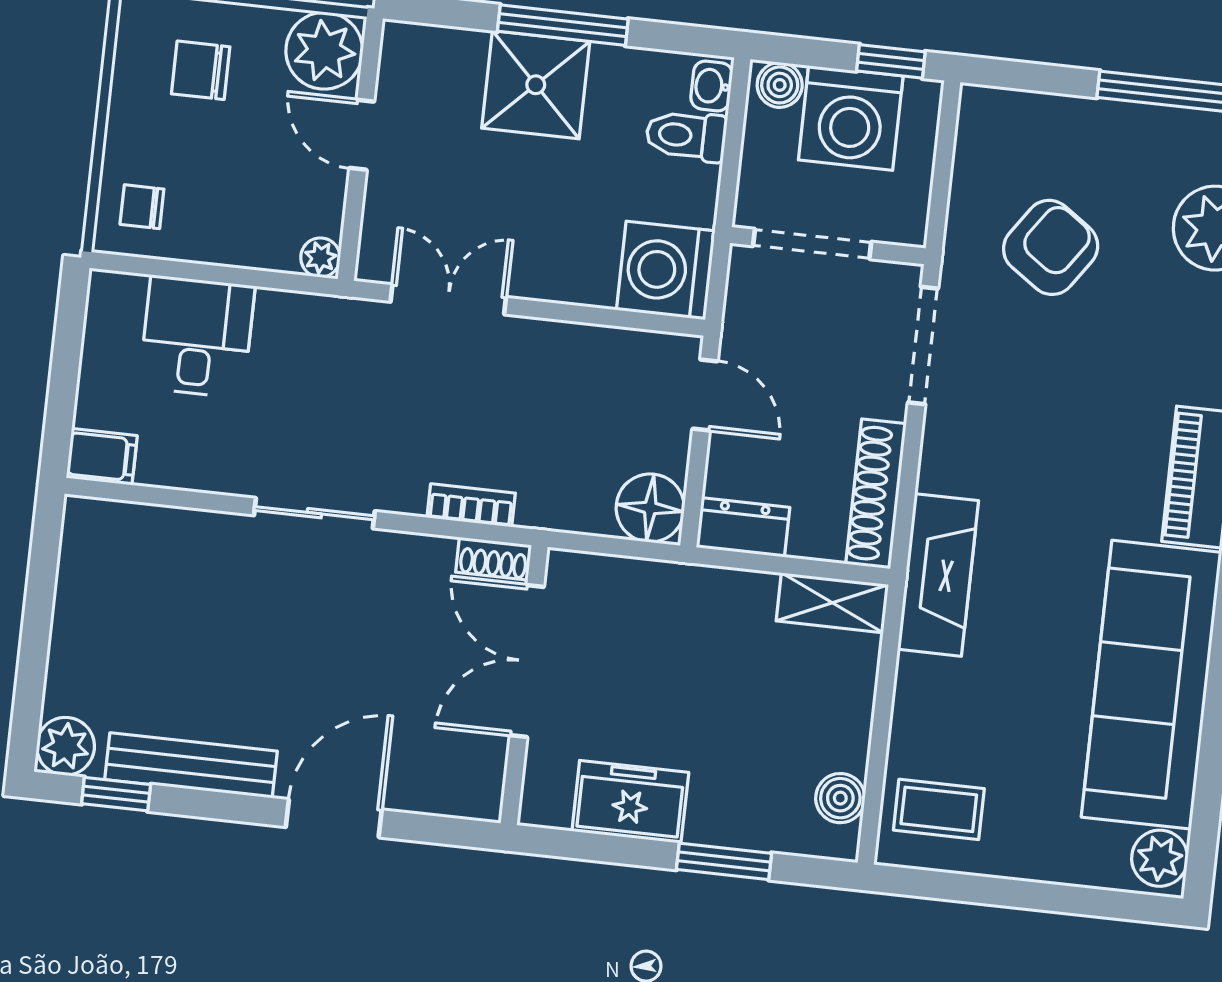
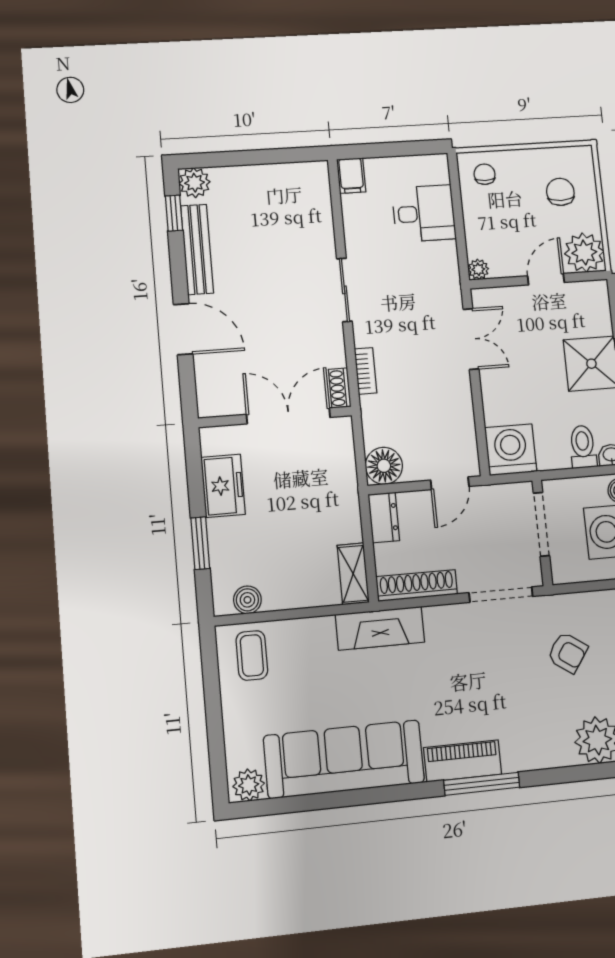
armchair: (1051, 247) -> (568, 653), width x0.72, depth x0.72

